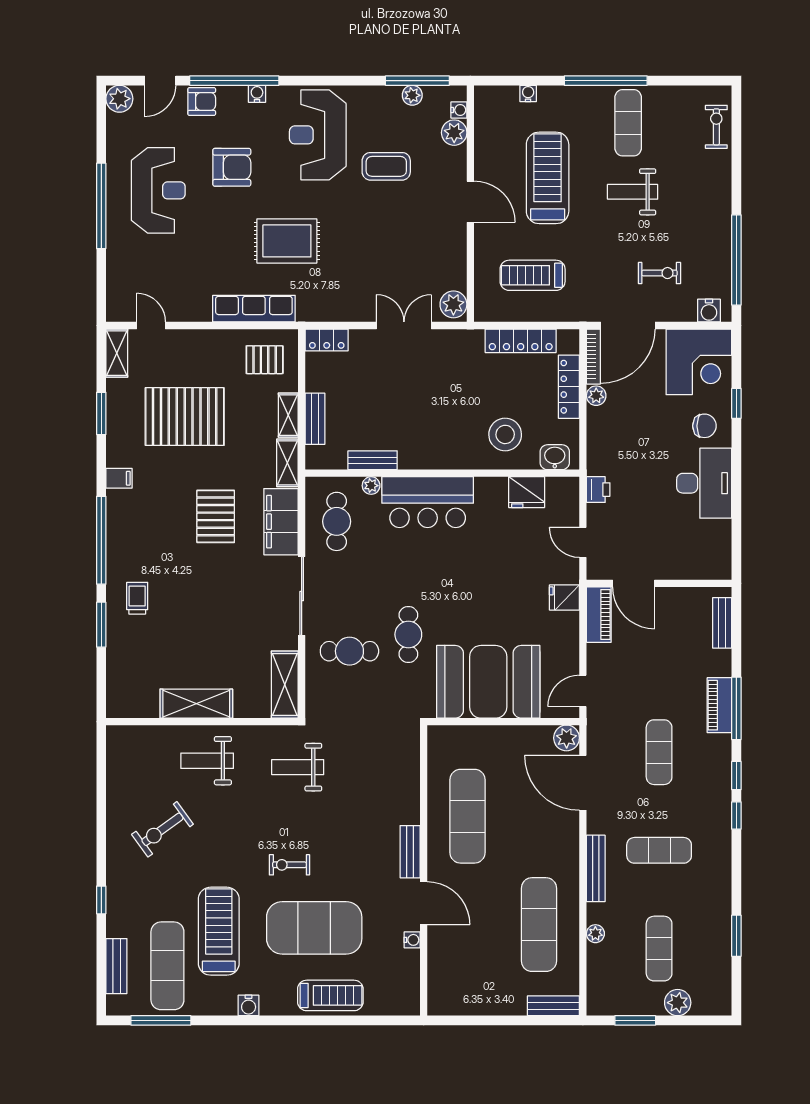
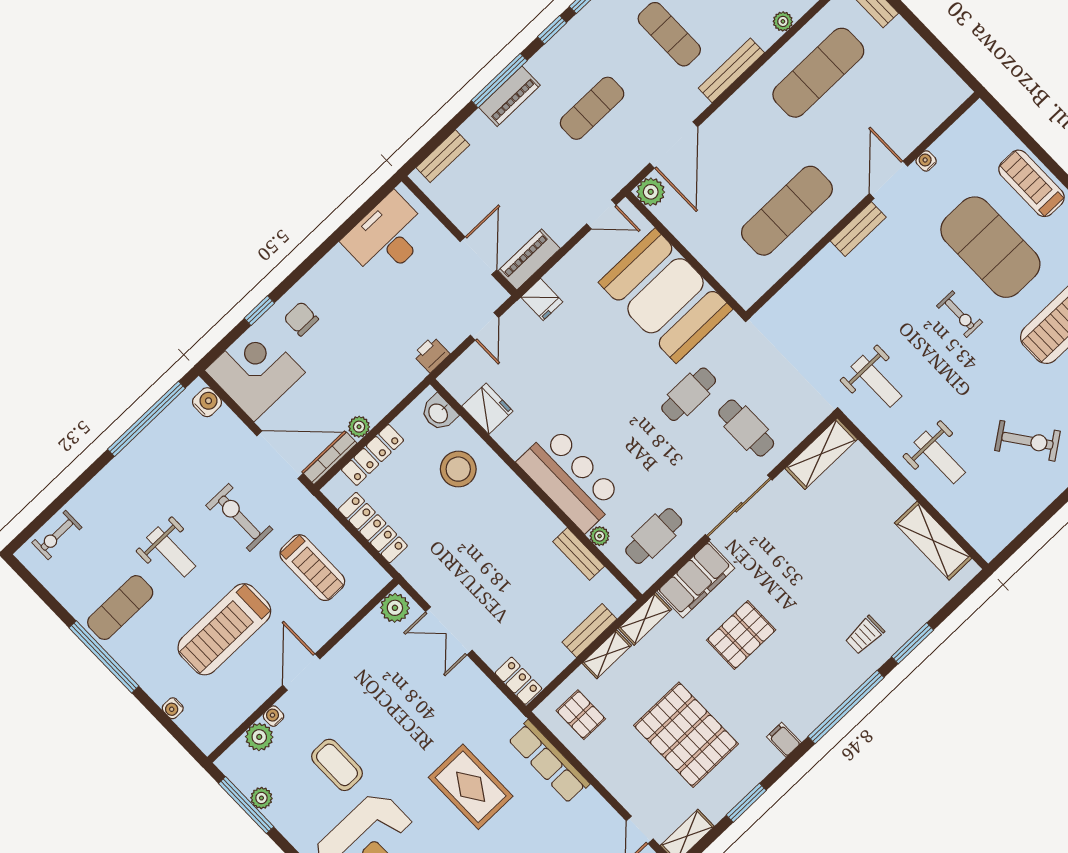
water cooler: (459, 110) -> (273, 716), moved
exercise bike: (660, 273) -> (239, 517), moved, width x1.38, depth x1.39
desk: (704, 483) -> (387, 237), moved
shelving: (196, 704) -> (933, 541), moved

